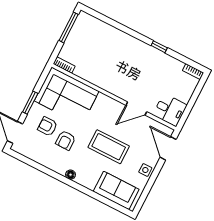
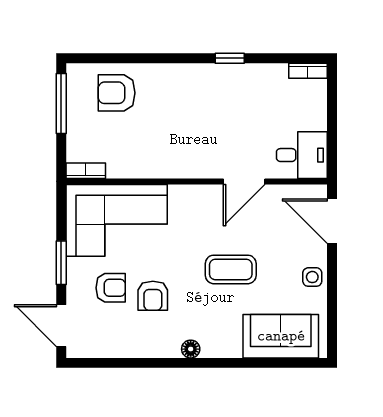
armchair: (97, 36) -> (117, 93), added
armchair: (48, 126) -> (111, 288), turned 180
coffee table: (109, 147) -> (231, 269), width x0.73, depth x0.76

